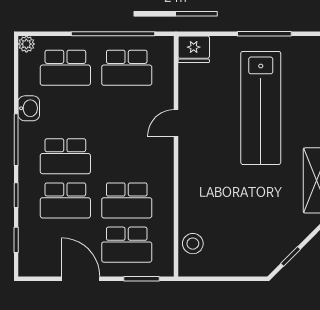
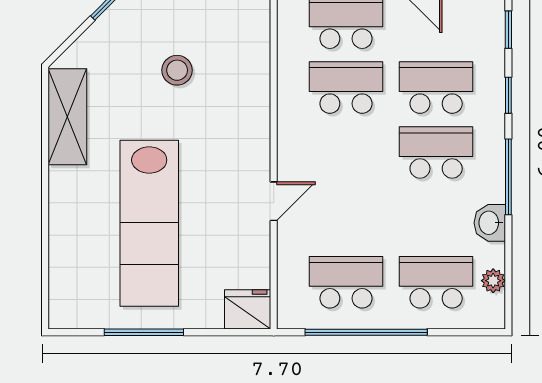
plant: (26, 44) -> (493, 281), moved
lab bench: (261, 108) -> (149, 223), turned 180
stool: (193, 244) -> (177, 70), moved

